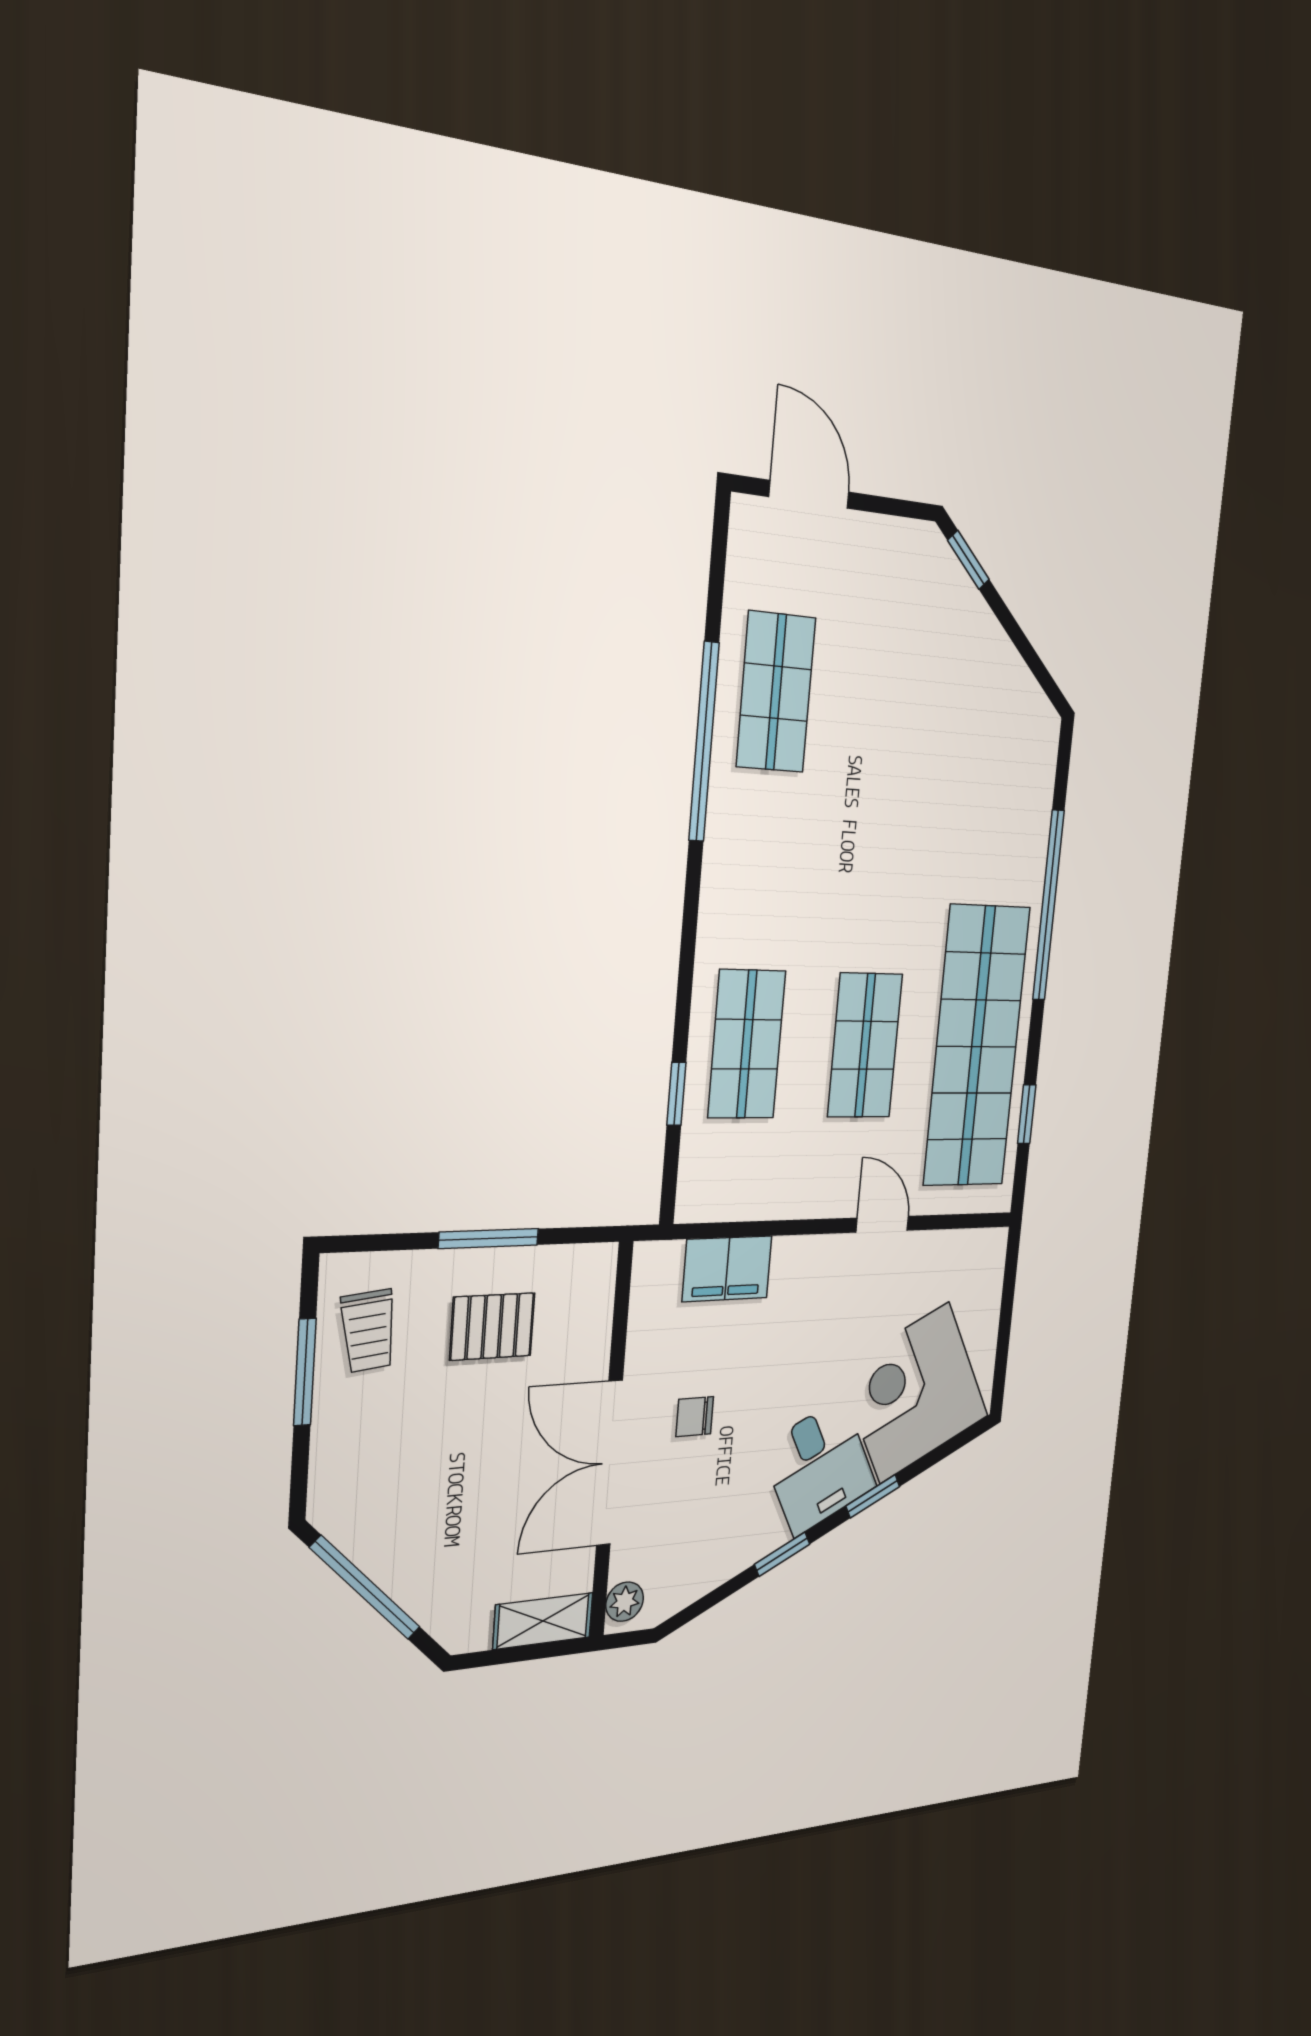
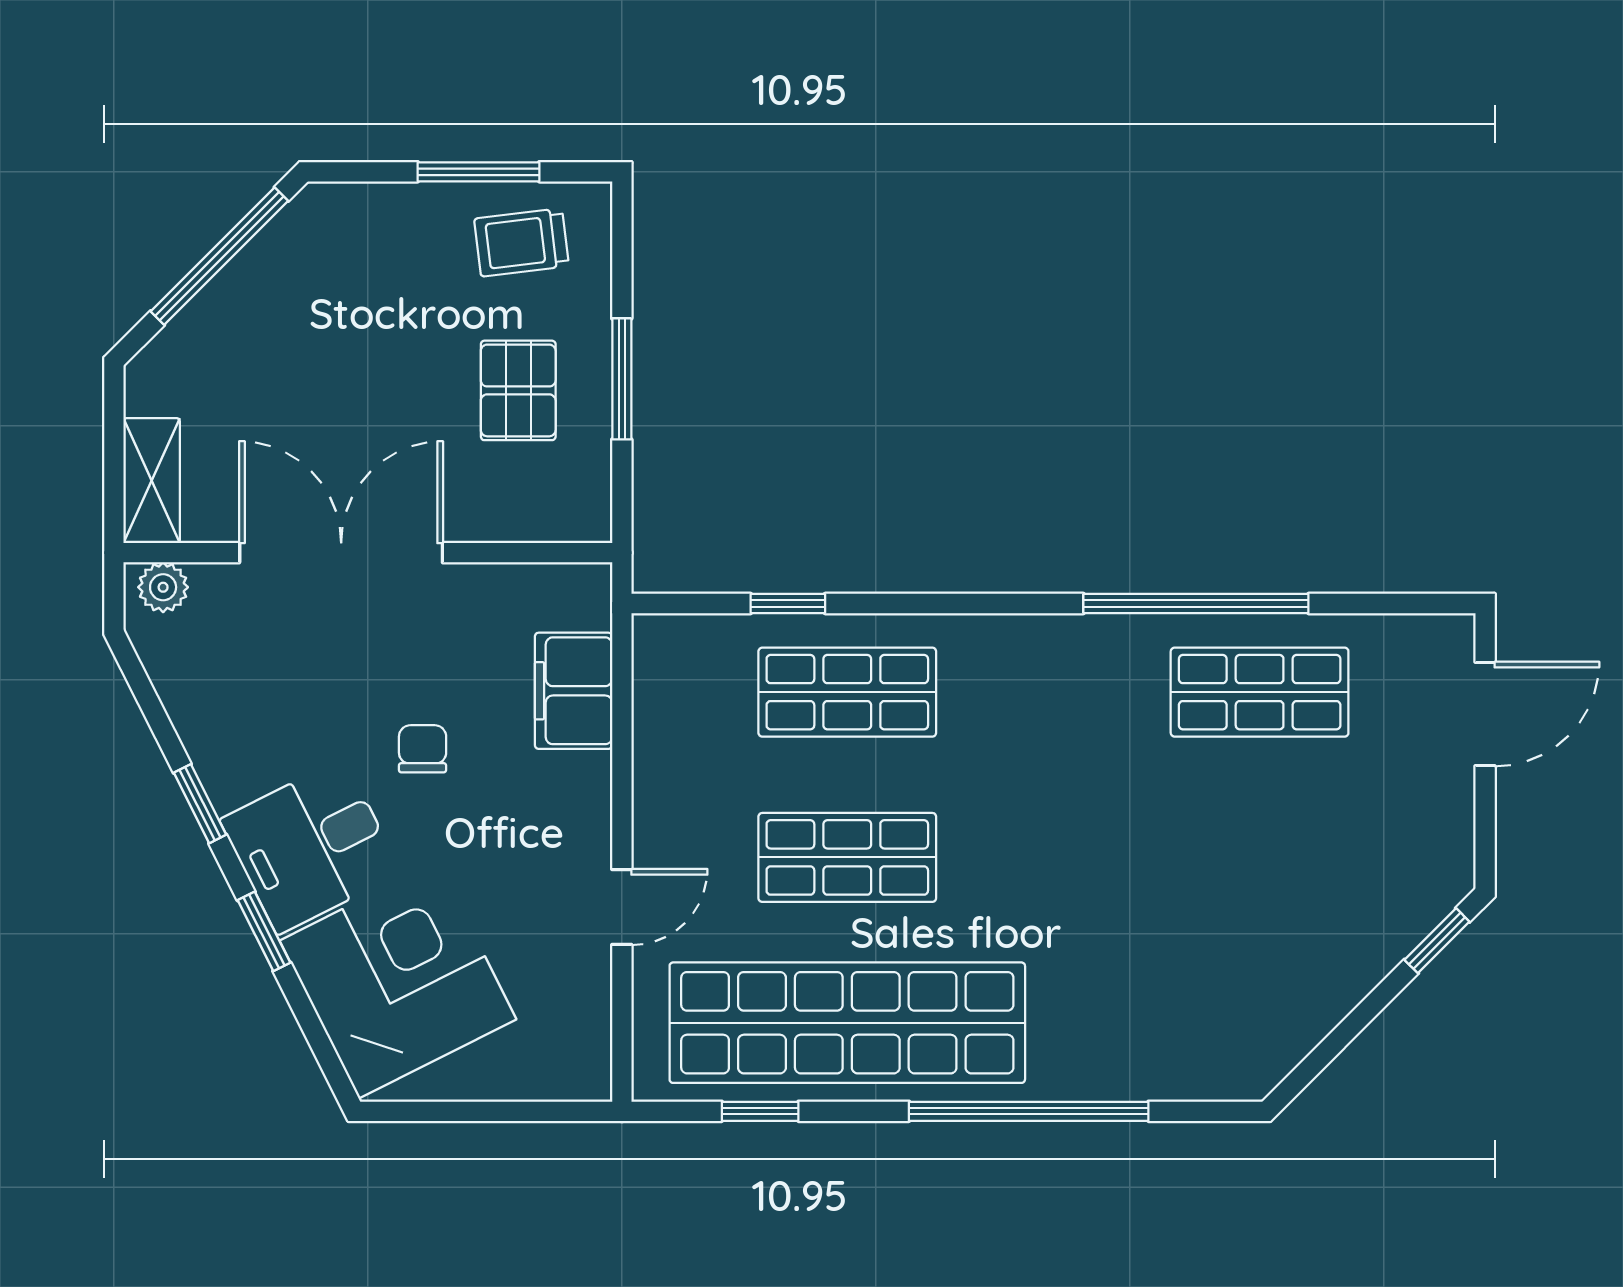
chair: (695, 1417) -> (423, 749), moved

